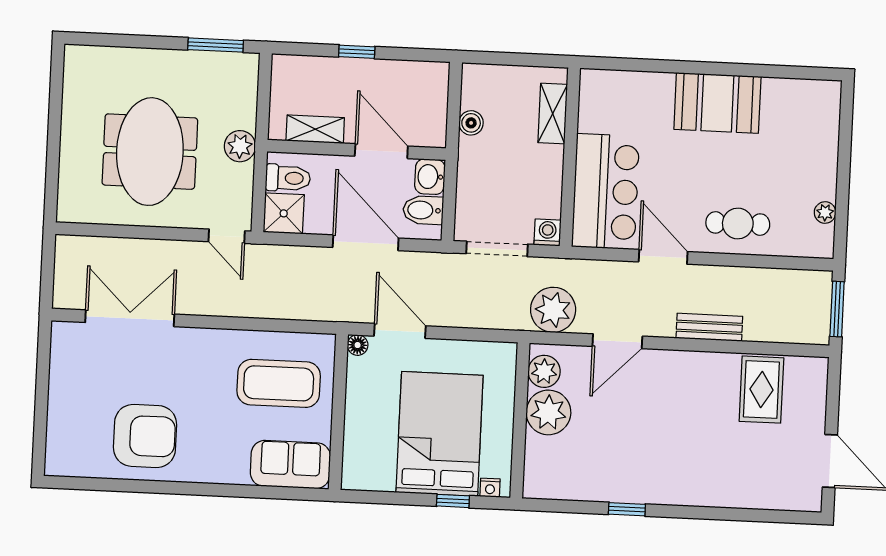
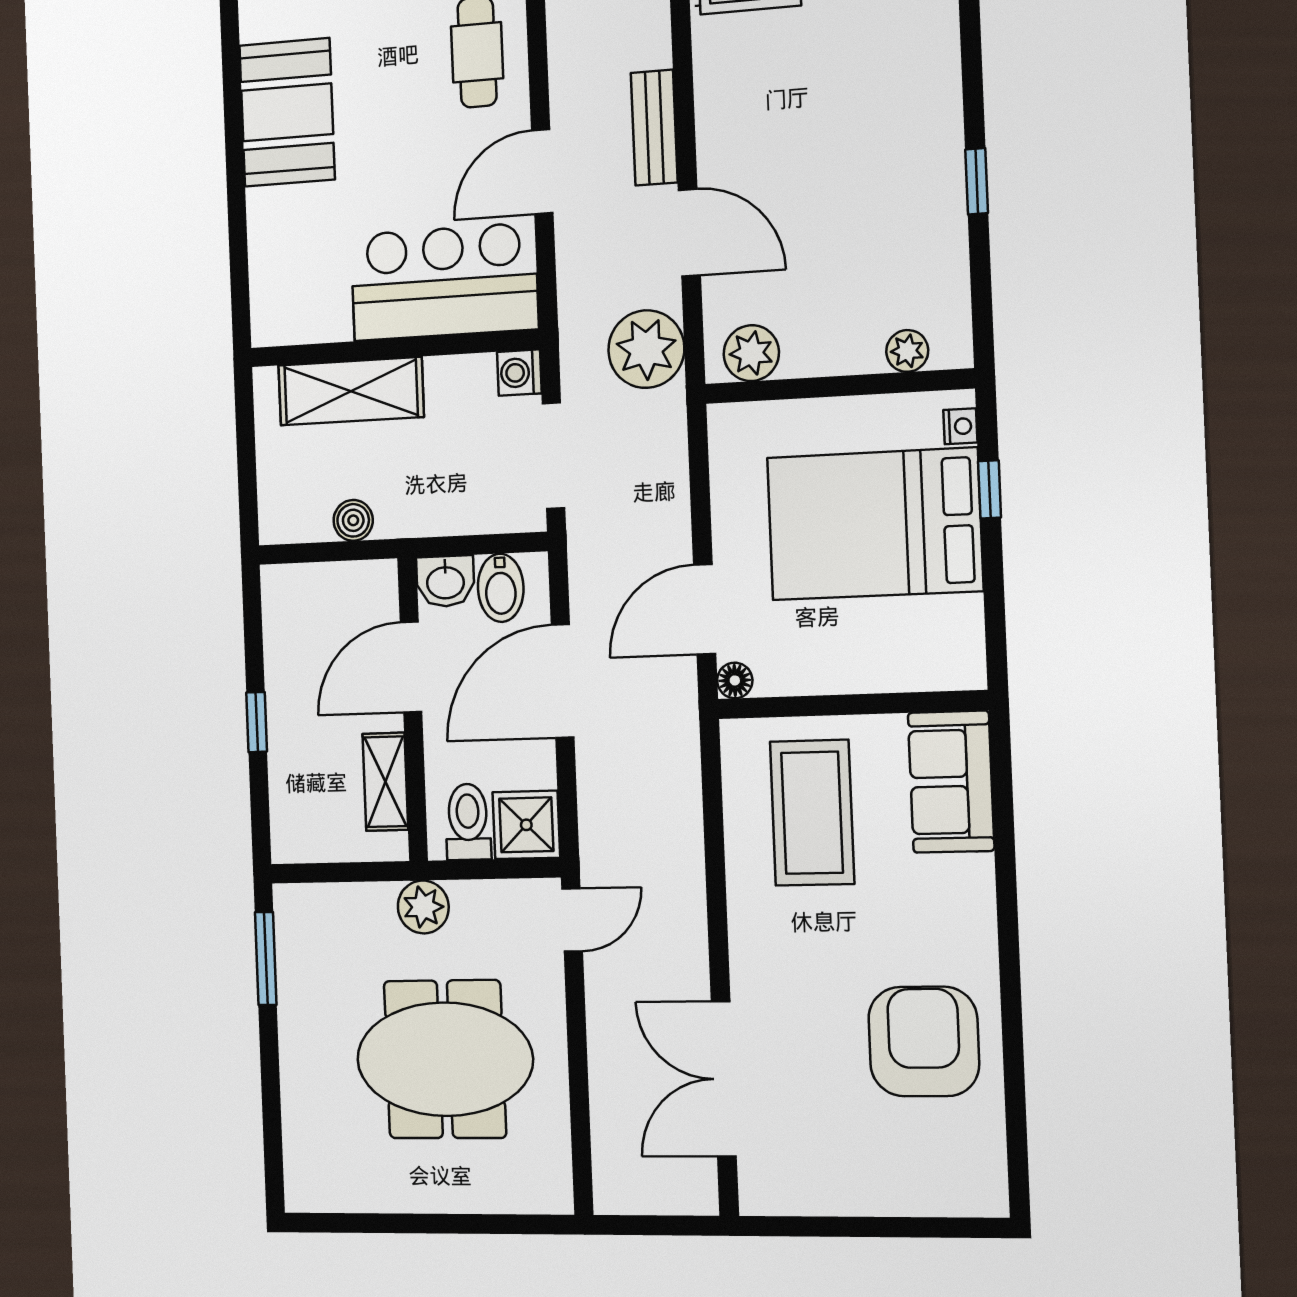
shelving: (553, 114) -> (351, 391), width x1.50, depth x1.33
bench: (709, 327) -> (654, 128), moved
plant: (548, 412) -> (907, 351), moved, width x0.53, depth x0.53

